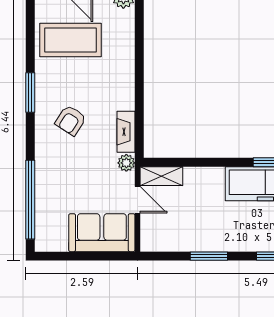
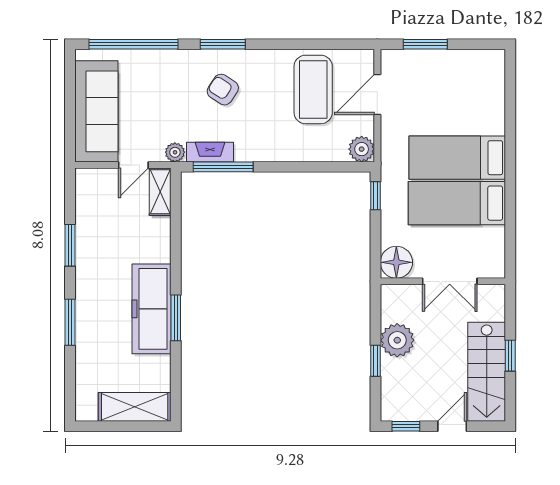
window: (30, 92) -> (223, 44), moved
window: (139, 120) -> (223, 167), added
sofa: (102, 233) -> (96, 111), width x1.36

